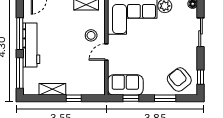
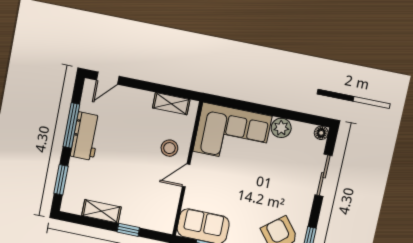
workbench: (31, 45) -> (86, 136), width x0.73
window: (20, 73) -> (61, 180), width x0.69

